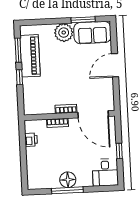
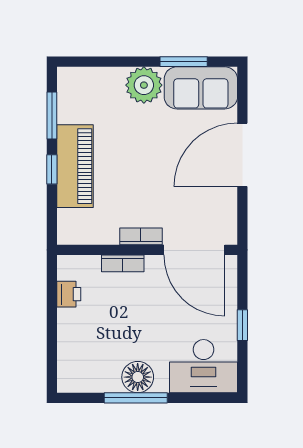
piano: (30, 56) -> (75, 166), moved
door: (115, 65) -> (242, 155), width x1.36
desk: (105, 172) -> (204, 366), width x1.37

